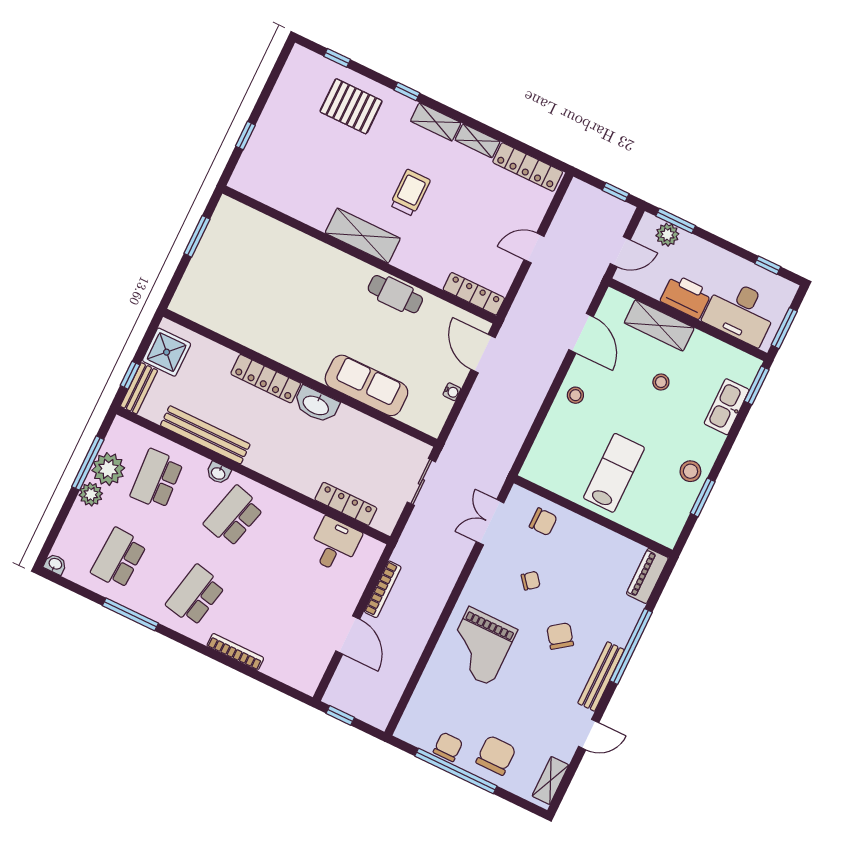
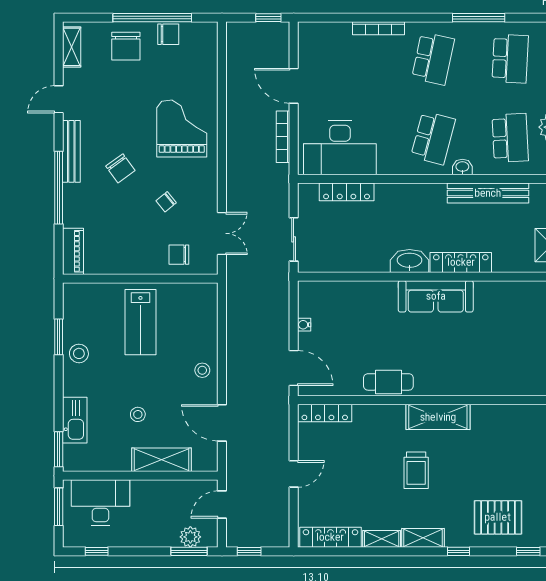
printer: (686, 296) -> (151, 494), removed
sofa: (366, 385) -> (436, 296), moved
desk: (334, 545) -> (340, 148), width x1.87, depth x1.30
chair: (448, 747) -> (168, 34), turned -90

